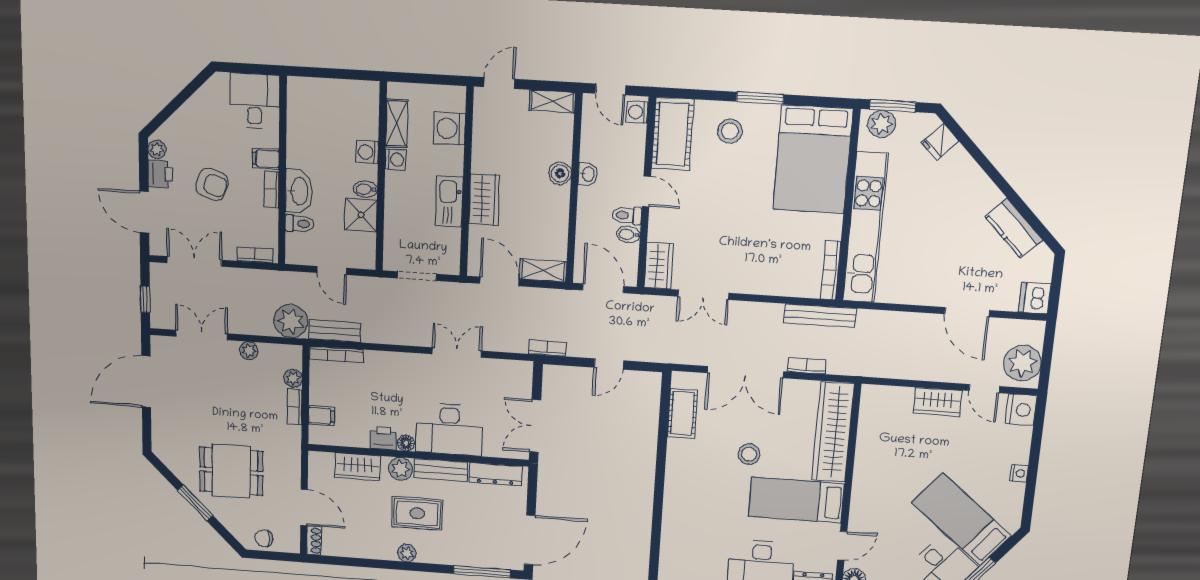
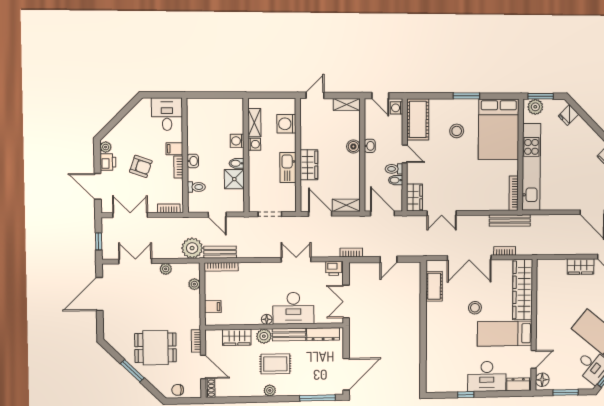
stool: (730, 131) -> (457, 131), moved
washbasin: (299, 191) -> (193, 161), width x0.52, depth x0.69
bookcase: (295, 407) -> (196, 341), moved
printer: (383, 438) -> (334, 268), moved, turned 180

